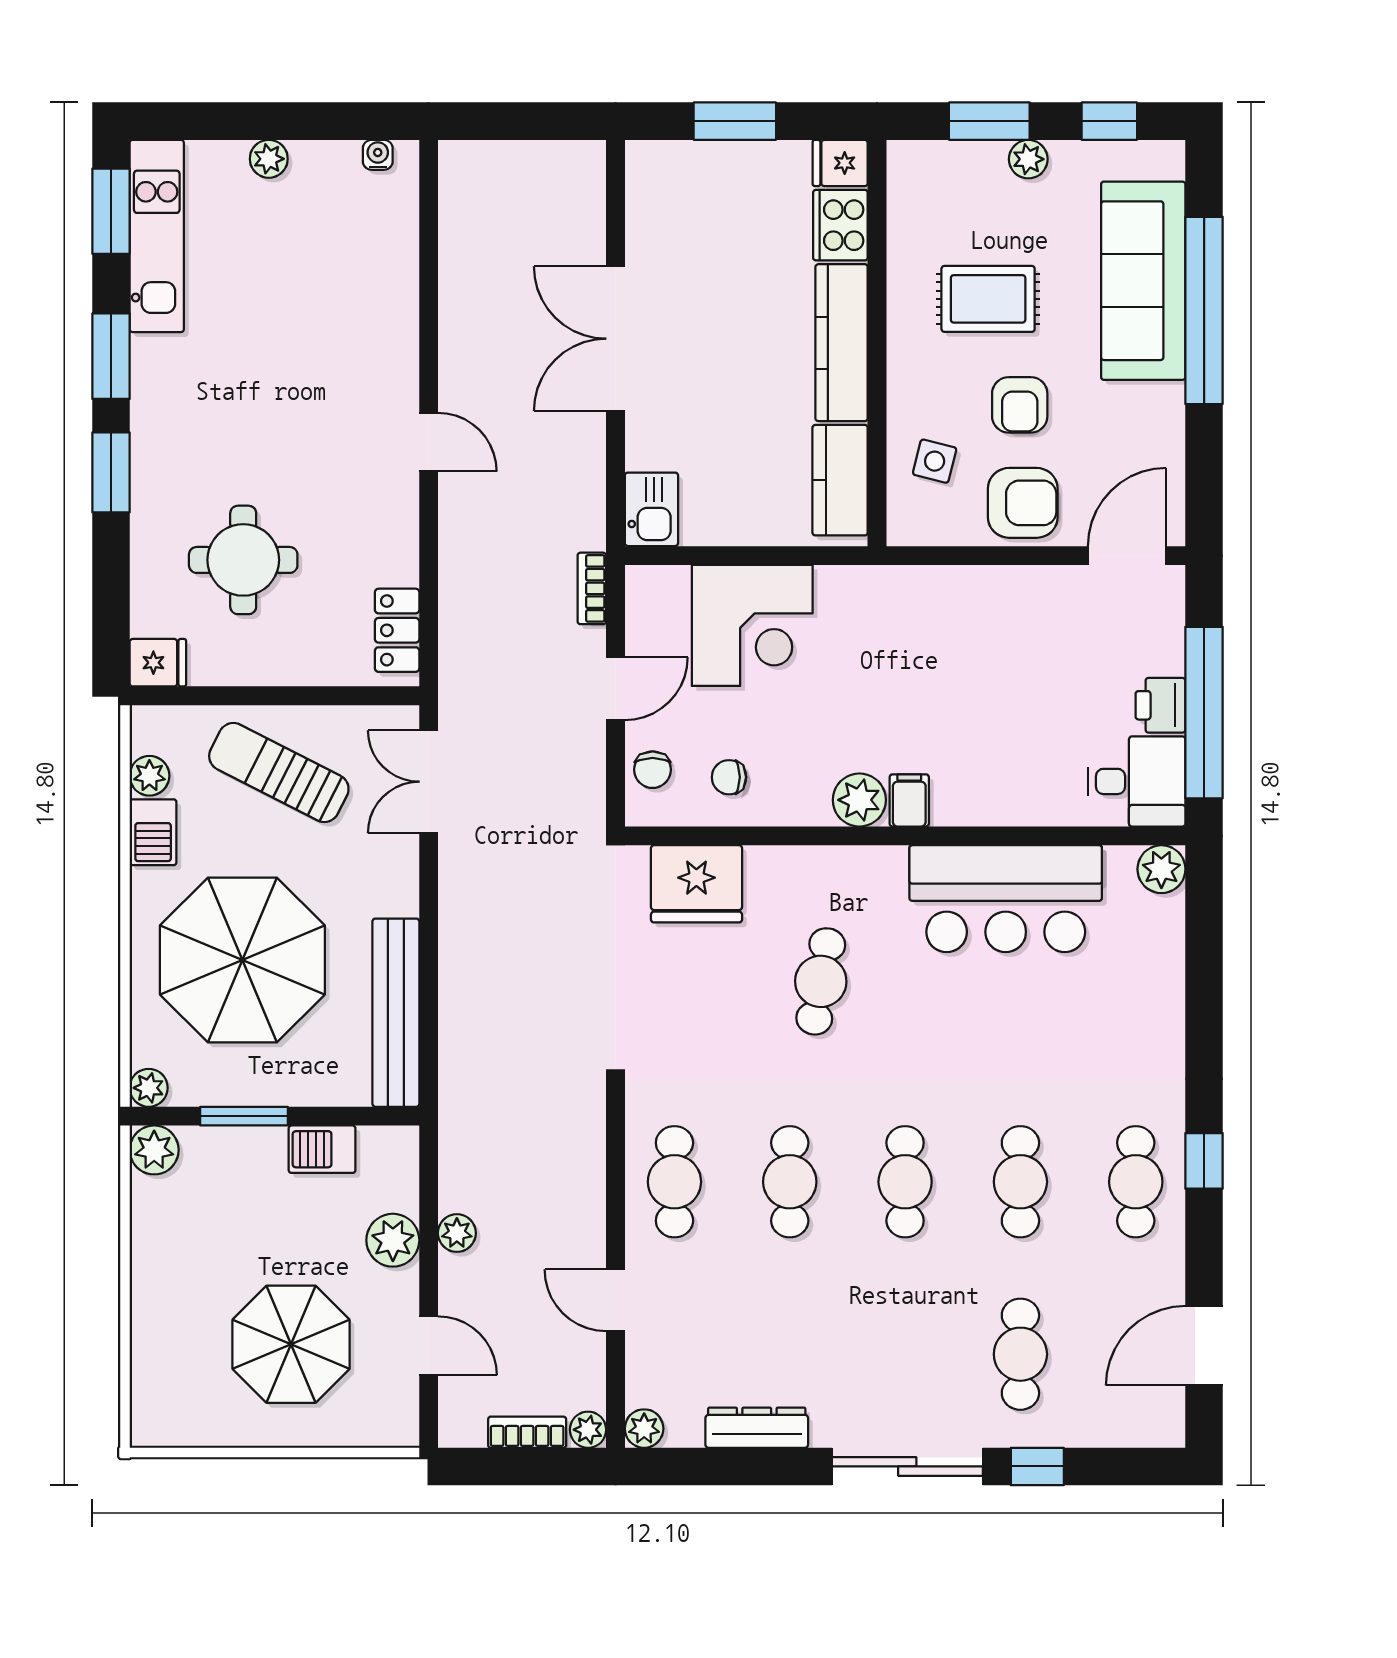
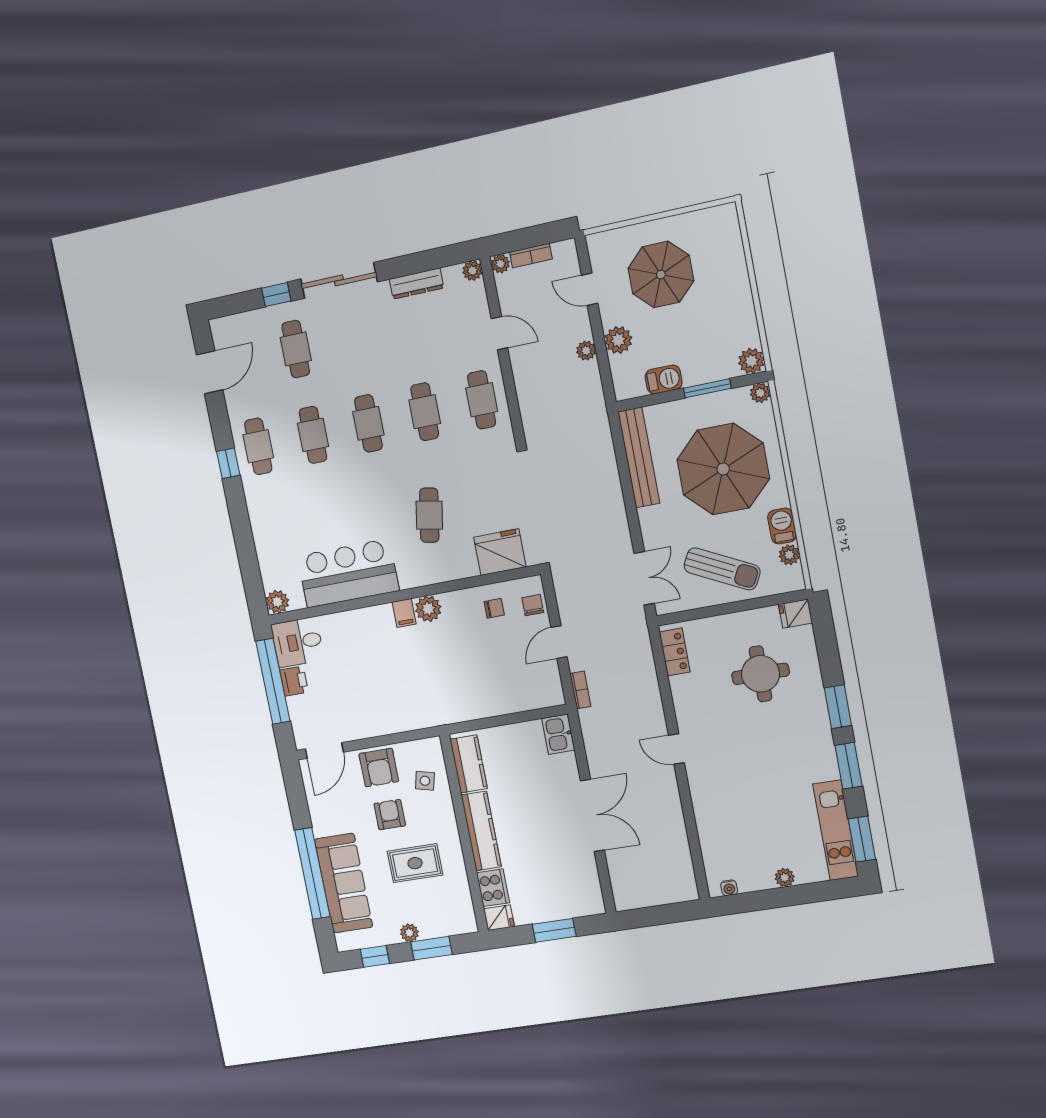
armchair: (1023, 503) -> (379, 768), turned -90
corner desk: (752, 625) -> (497, 685), removed

